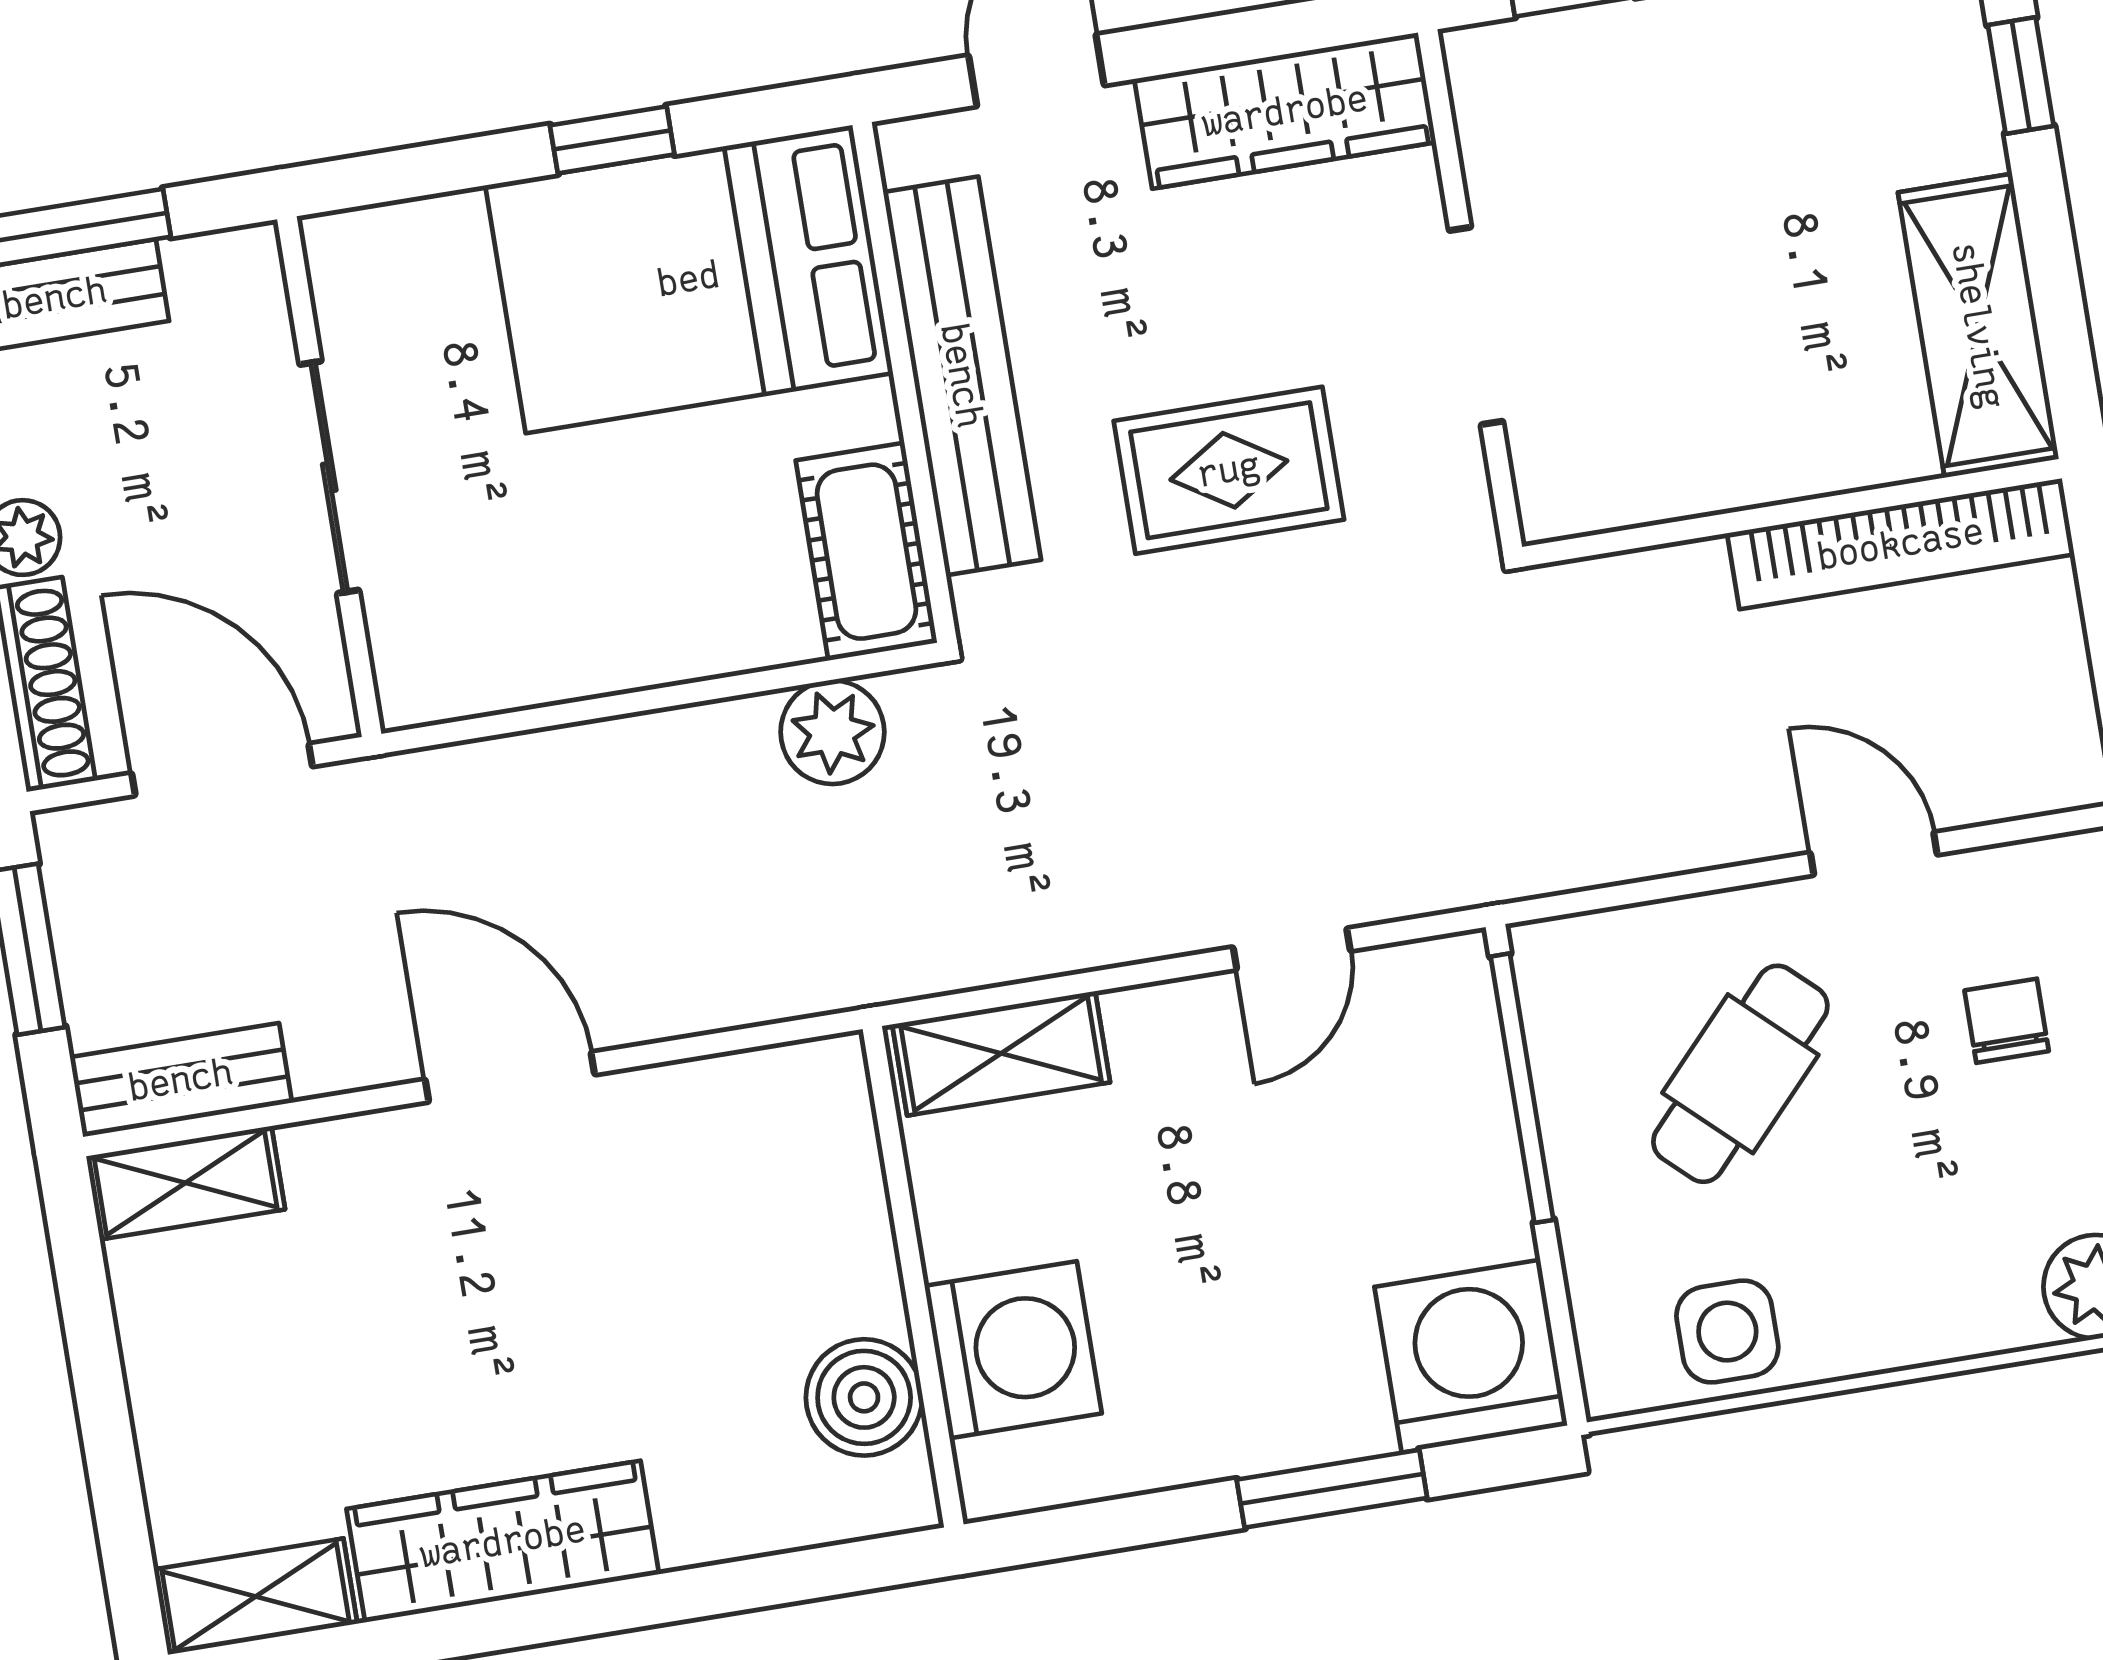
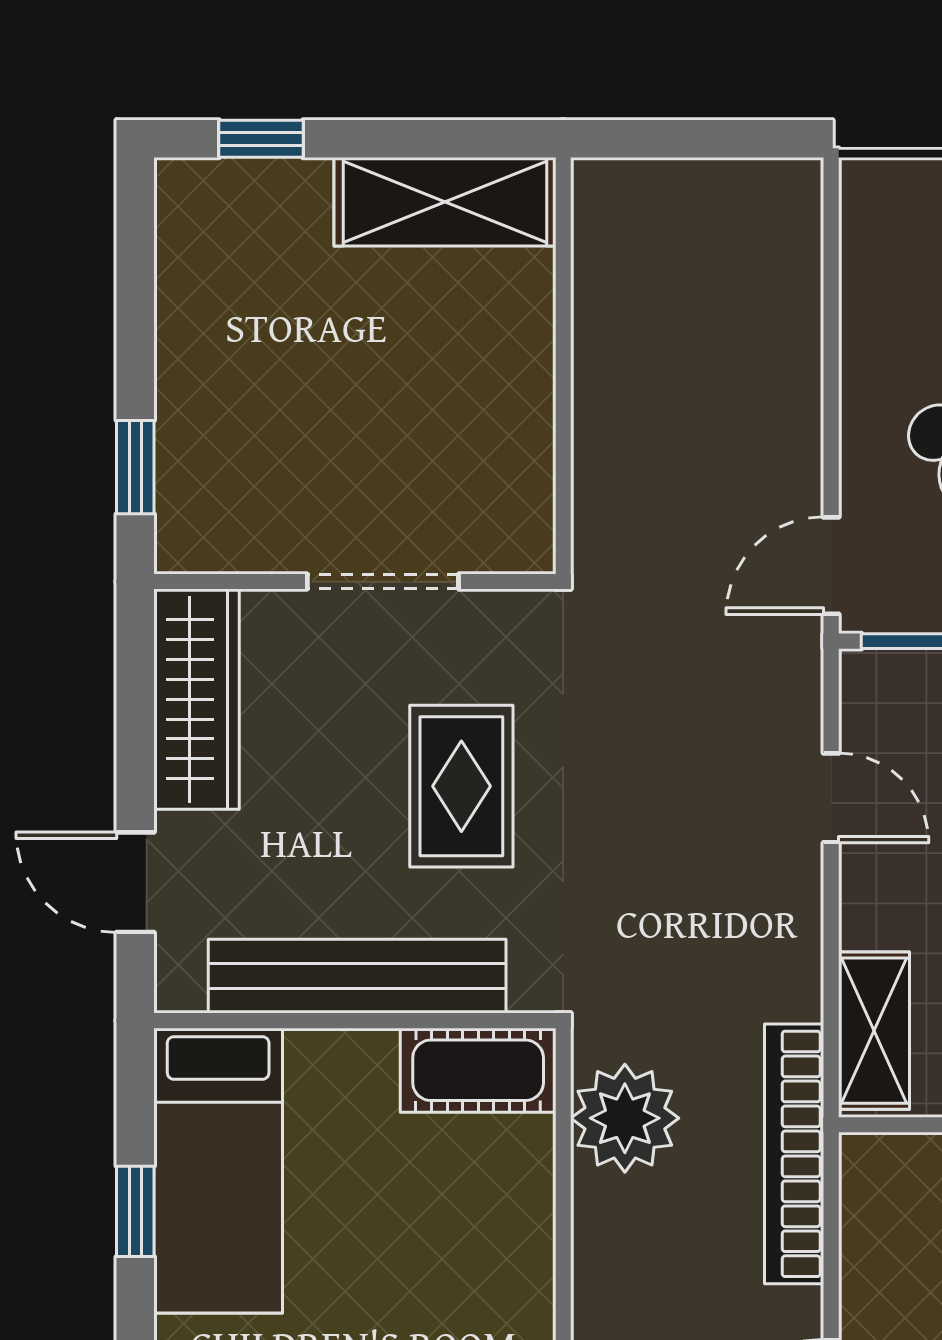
bed: (689, 279) -> (218, 1171), width x0.67
bookcase: (1901, 544) -> (794, 1154), moved, turned 180
plant: (832, 732) -> (625, 1118), width x1.36, depth x1.36
door: (1874, 854) -> (831, 566), moved

